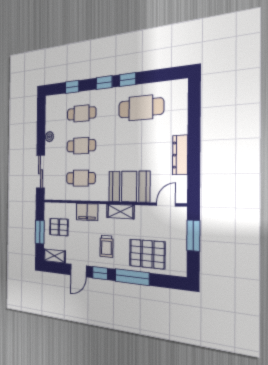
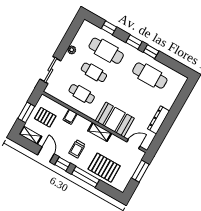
cafe table: (81, 113) -> (106, 51), width x1.37, depth x1.35
filing cabinet: (87, 212) -> (70, 117), width x0.50
door: (78, 270) -> (46, 154), swing flipped

